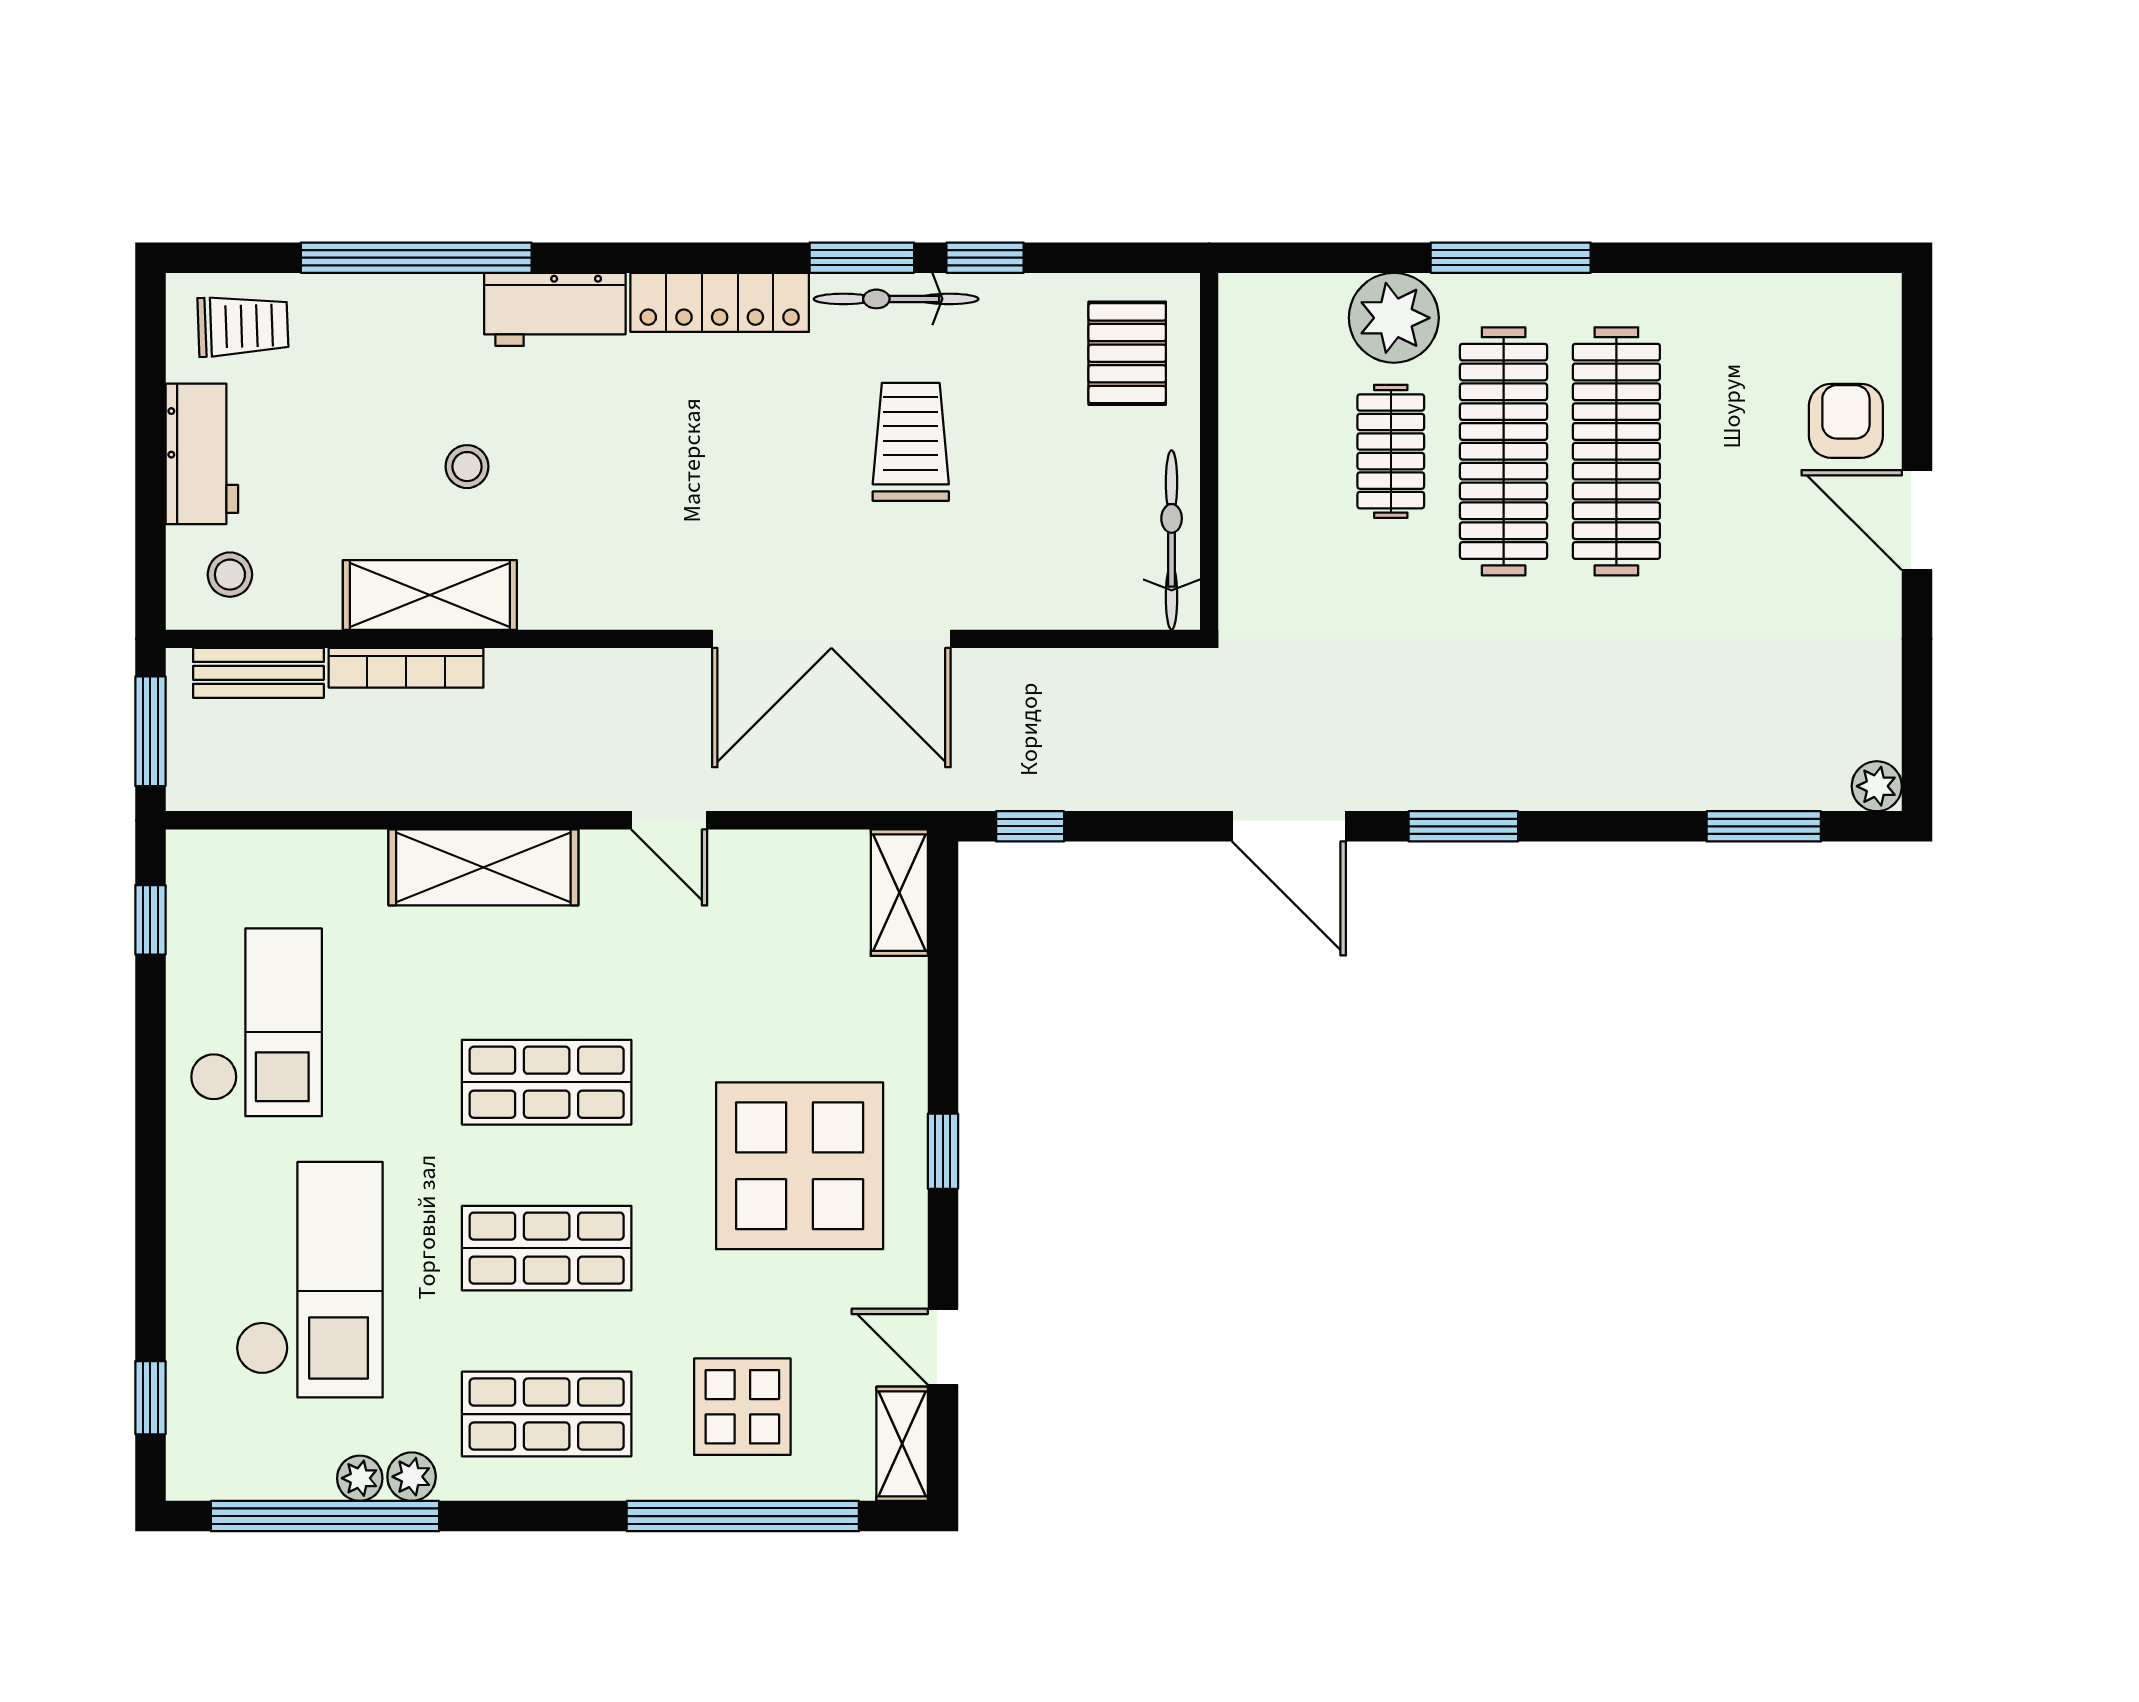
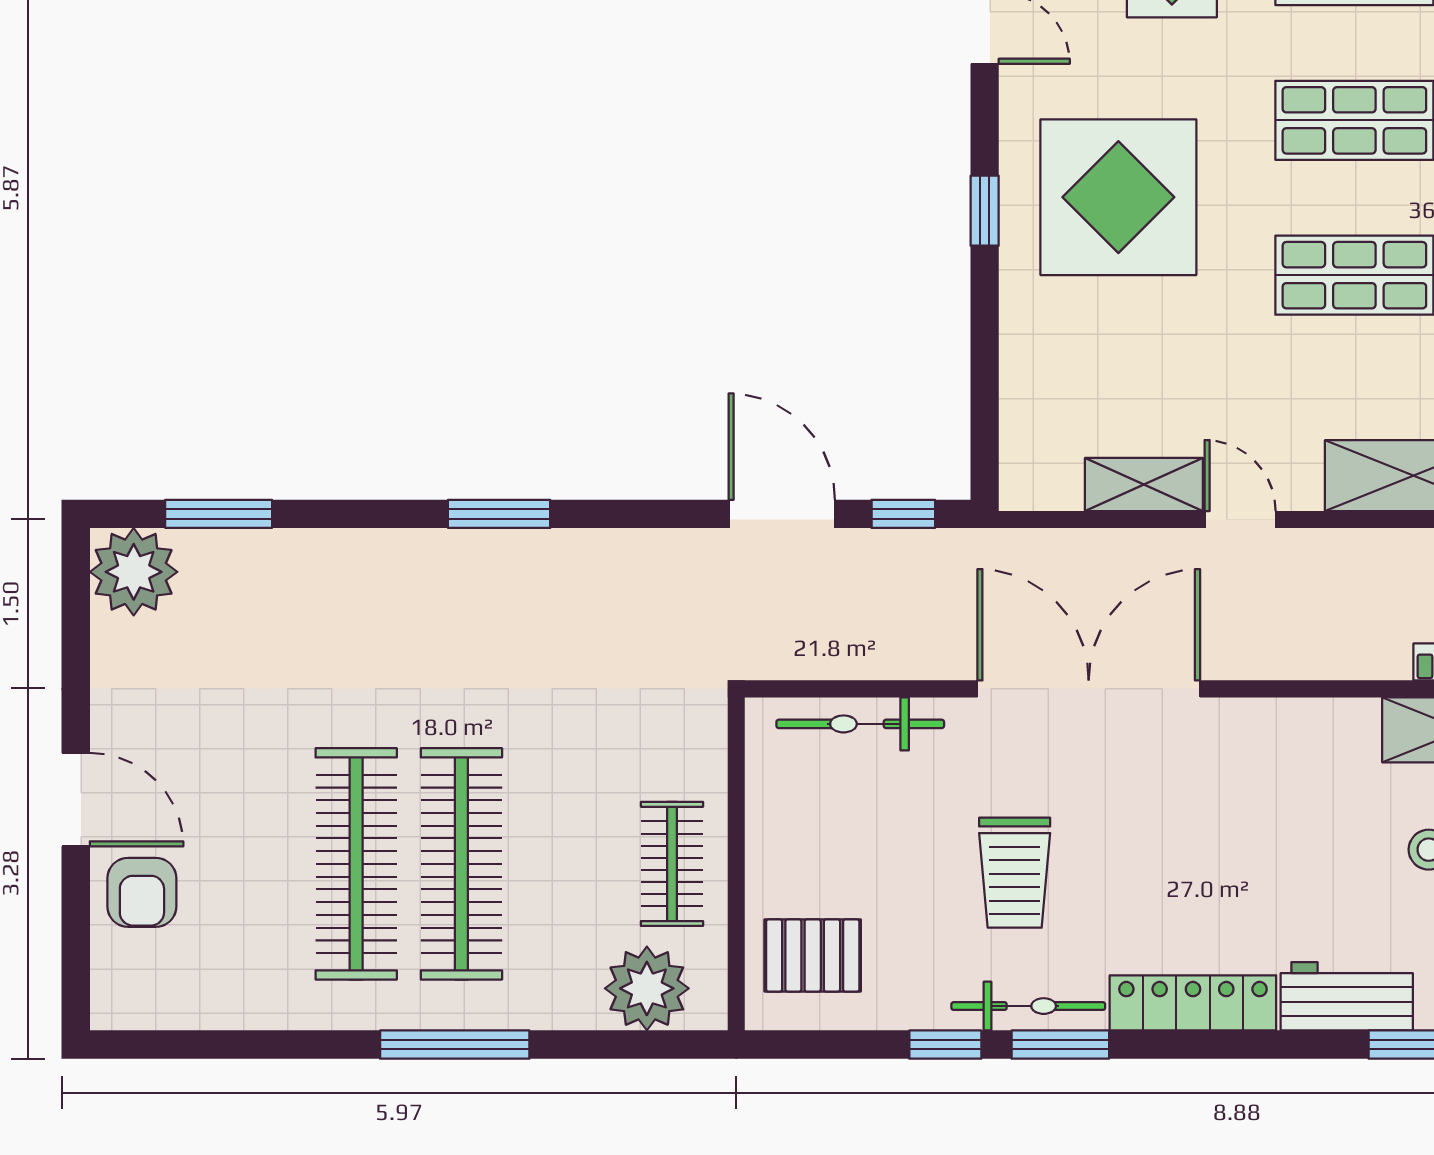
plant: (1394, 318) -> (647, 988), moved
pallet: (1127, 353) -> (813, 955), turned 90
clothes rail: (1391, 451) -> (672, 864), moved
bicycle: (1172, 540) -> (860, 724), moved, turned 90
plant: (1877, 786) -> (134, 572), width x1.88, depth x1.88
door: (1289, 826) -> (782, 514), moved
shelving: (899, 893) -> (1144, 484), moved, turned 90

